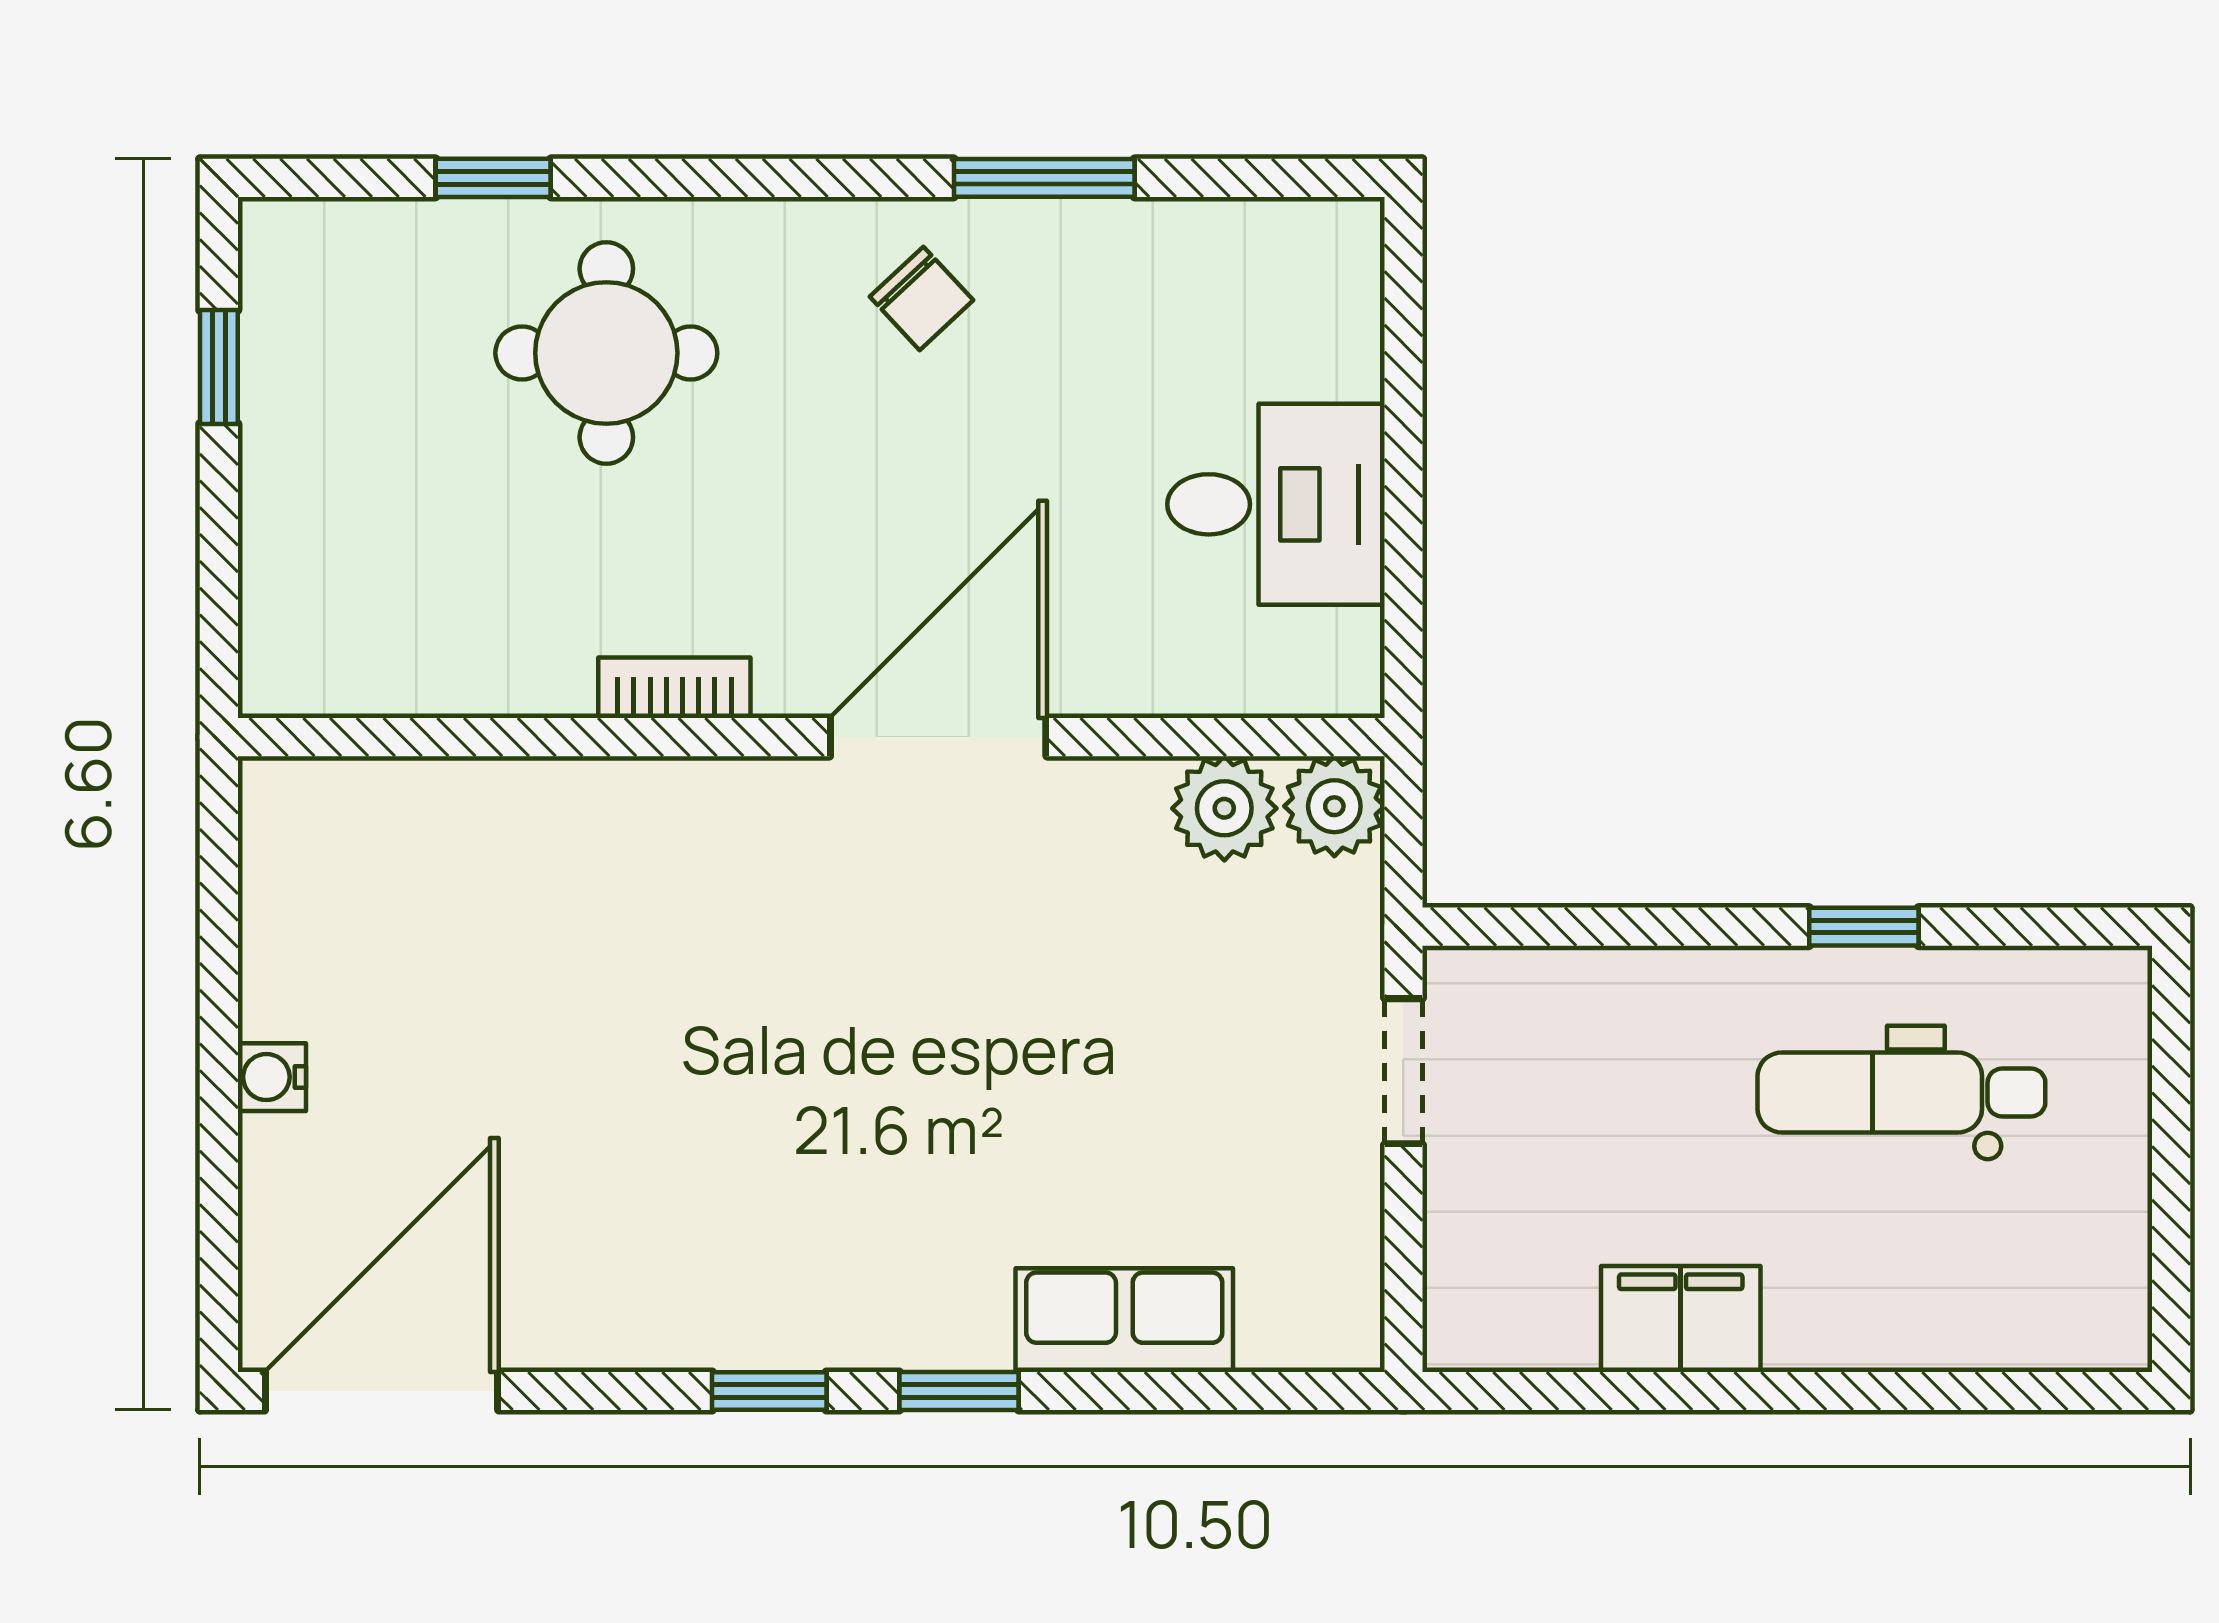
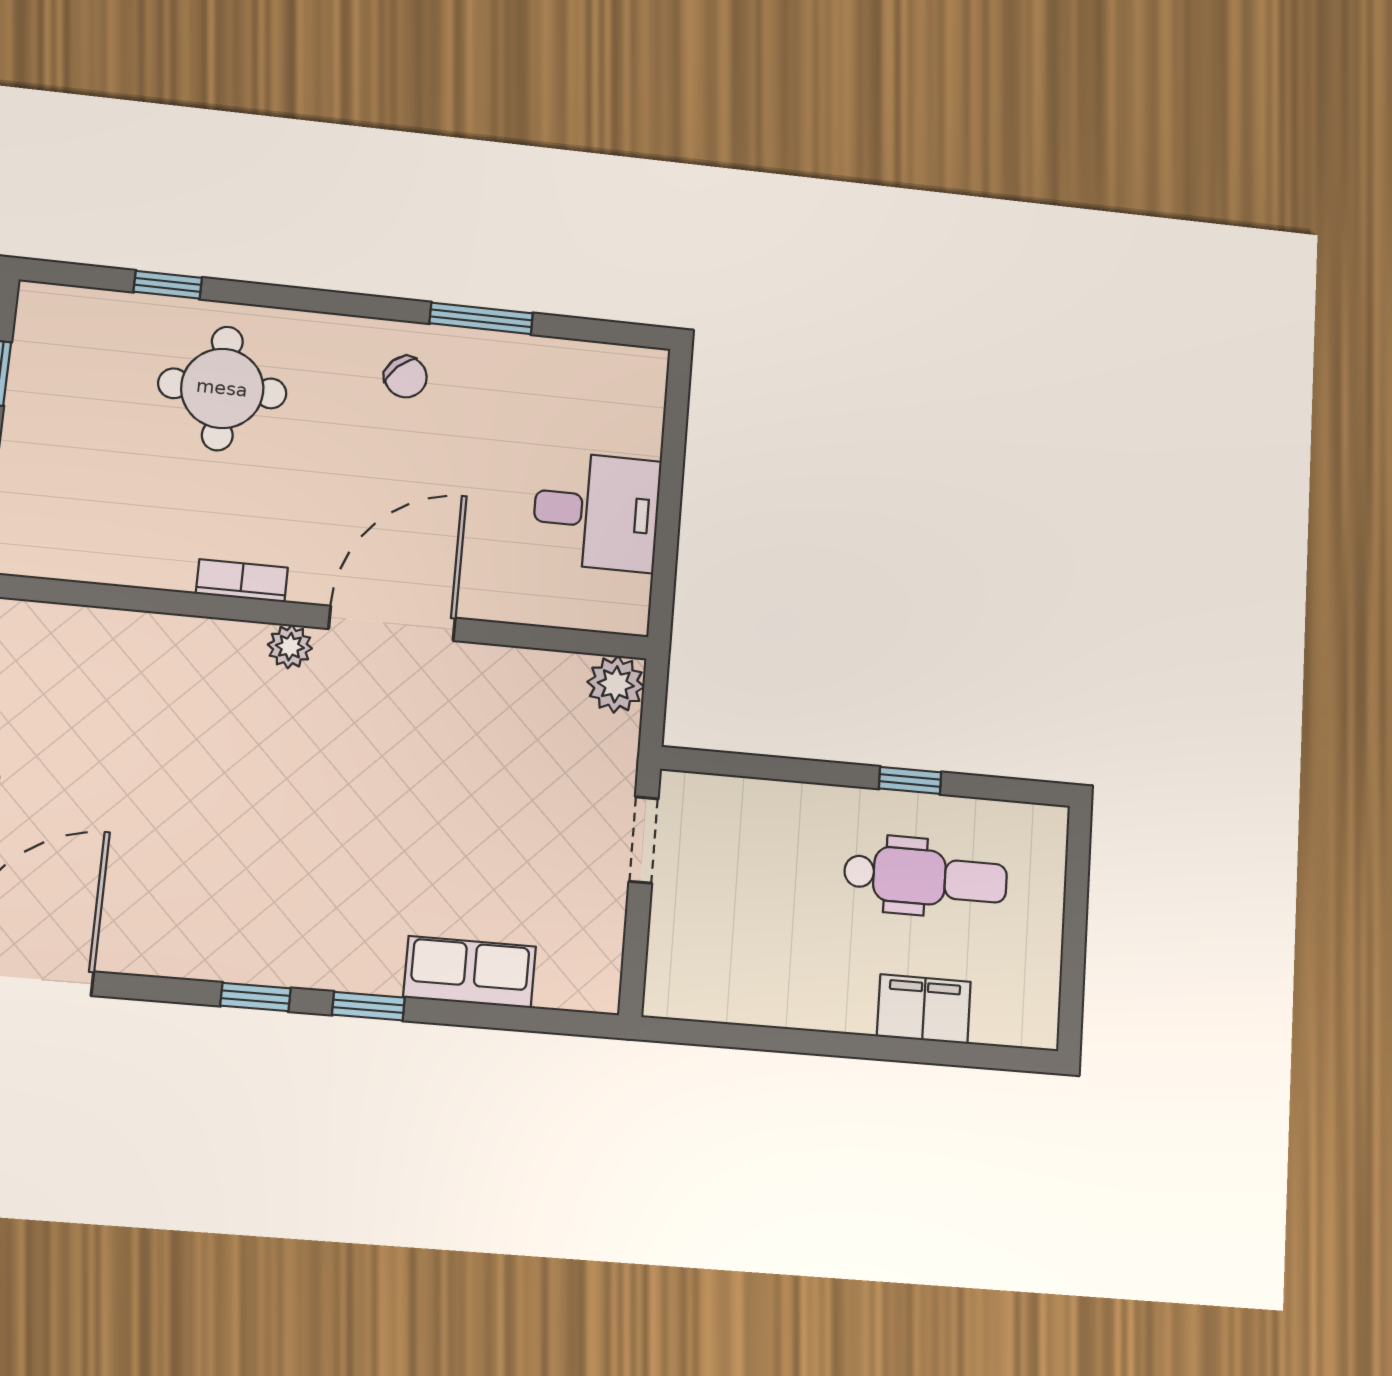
plant: (1224, 808) -> (290, 647), moved, width x0.73, depth x0.73
dental chair: (1901, 1093) -> (926, 877), turned 180
filing cabinet: (1681, 1319) -> (924, 1009), moved

